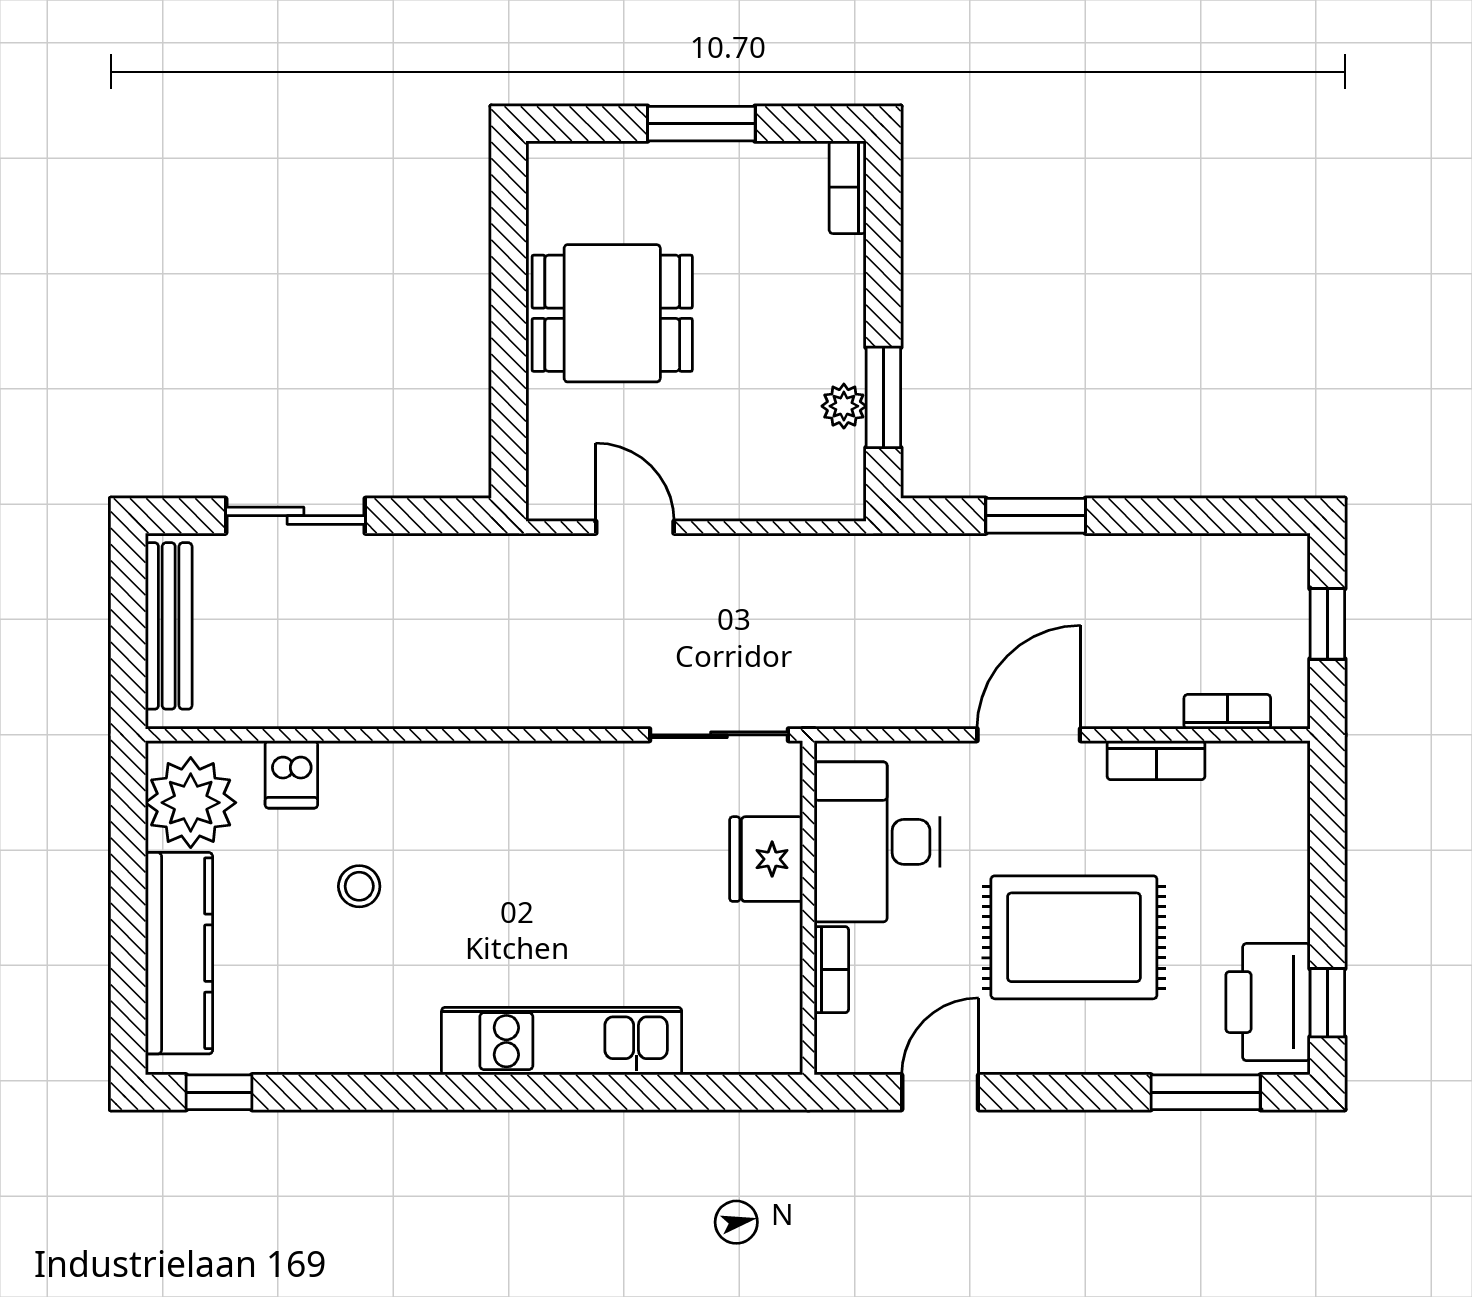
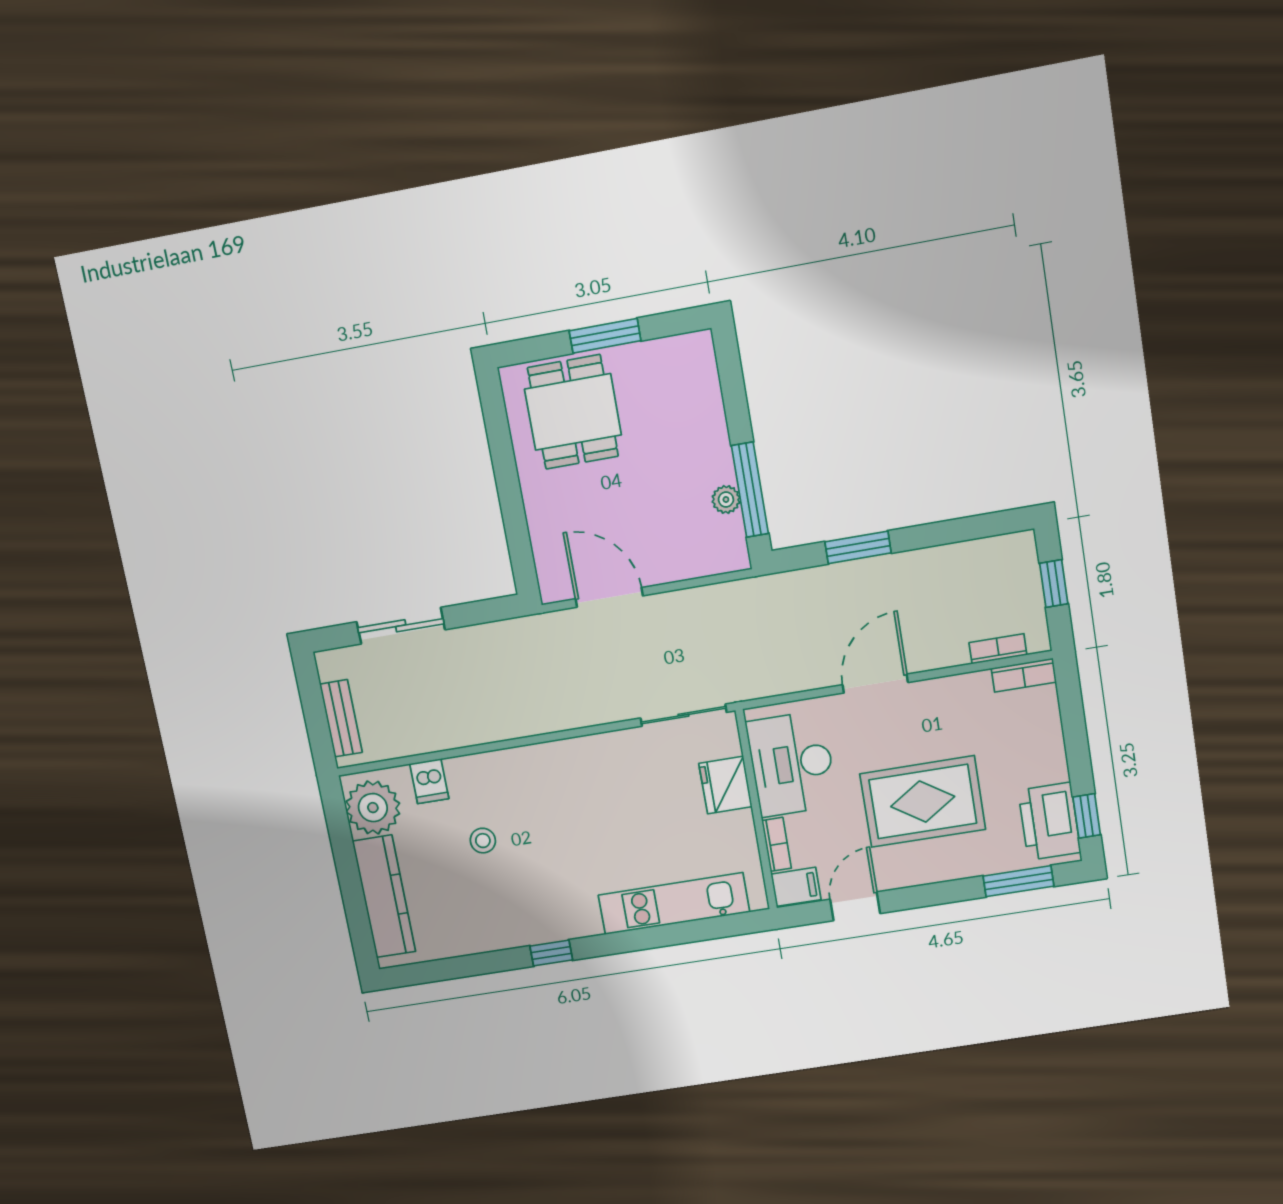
bookcase: (848, 187) -> (705, 360), removed
dining table: (612, 313) -> (573, 412), moved, turned 90
window: (883, 397) -> (750, 490), width x1.44
door: (635, 527) -> (609, 597), width x1.38
bench: (169, 626) -> (341, 718), width x0.73
bookcase: (1156, 760) -> (1024, 675), moved
kitchen unit: (562, 1041) -> (674, 904), moved
filing cabinet: (851, 1045) -> (796, 887), added
window: (219, 1092) -> (551, 953), moved

